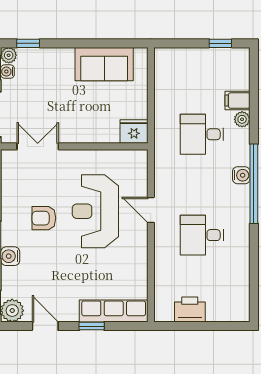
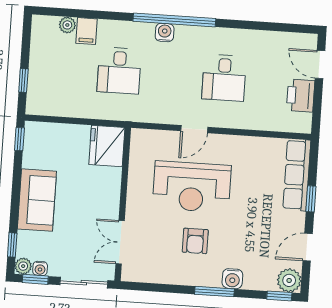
window: (130, 43) -> (19, 139), added
window: (220, 43) -> (23, 80), moved
sofa: (104, 64) -> (37, 200), moved
plant: (242, 119) -> (67, 25), moved
fridge: (134, 131) -> (107, 146), width x1.36, depth x1.34
door: (221, 326) -> (320, 65), added

